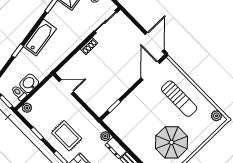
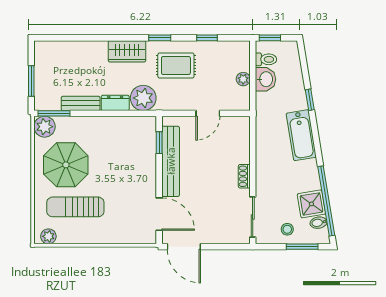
door: (66, 87) -> (208, 113), moved
bench: (118, 91) -> (171, 161), added
sun lounger: (179, 99) -> (75, 207), moved
plant: (27, 108) -> (243, 79), moved
plant: (105, 136) -> (143, 98), width x1.88, depth x1.88

